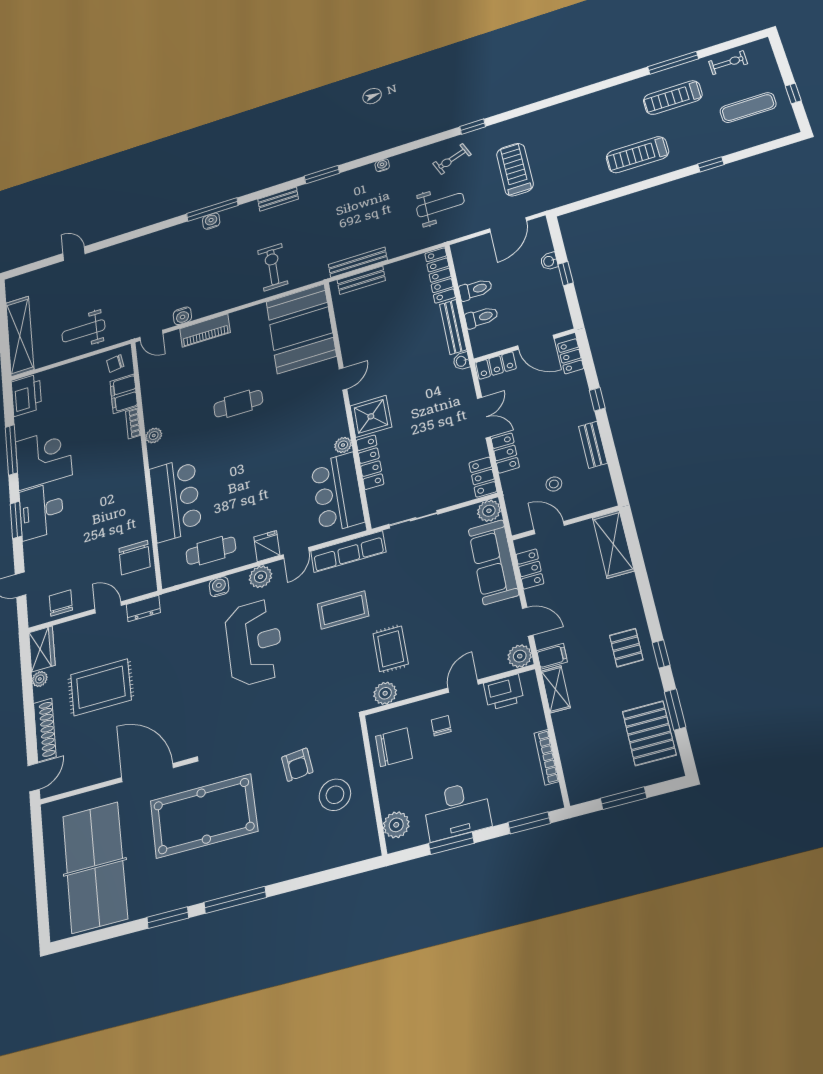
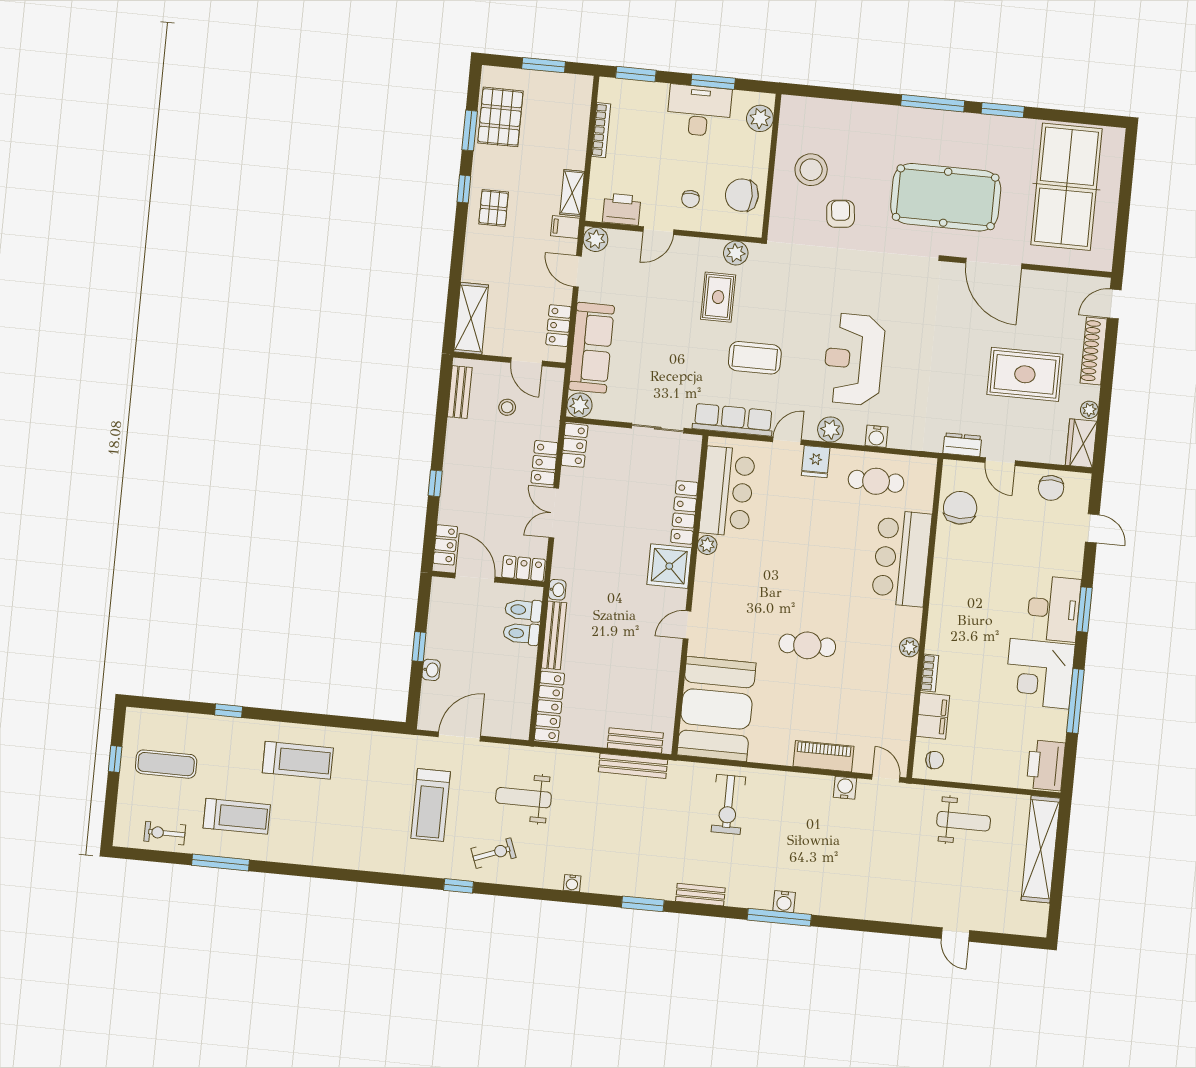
toilet: (476, 289) -> (523, 610), moved
bench: (593, 445) -> (460, 392), moved

